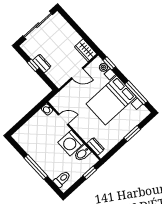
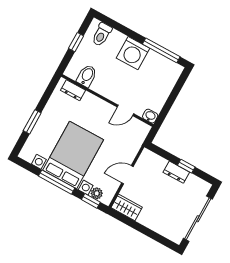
window: (136, 93) -> (57, 182), moved
washing machine: (71, 143) -> (133, 53), moved, turned 180
window: (36, 167) -> (161, 50), moved
window: (90, 173) -> (76, 42), moved

